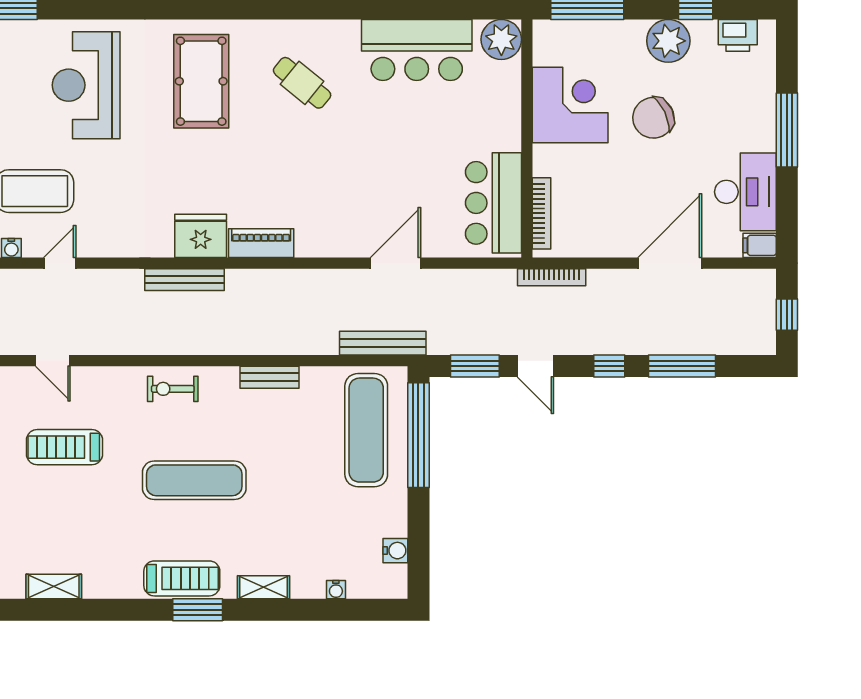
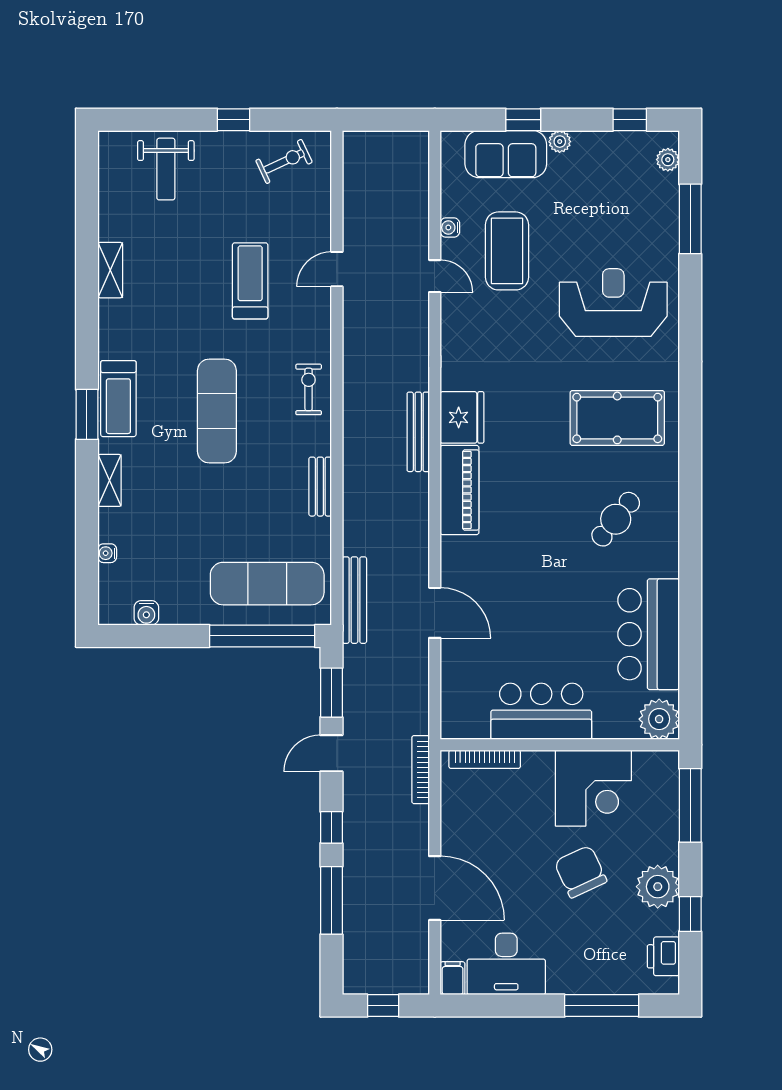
window: (787, 130) -> (602, 1006), moved
bar counter: (493, 203) -> (541, 711), moved
piano: (261, 243) -> (460, 490), width x1.37, depth x1.33
bench: (184, 280) -> (418, 432), moved

